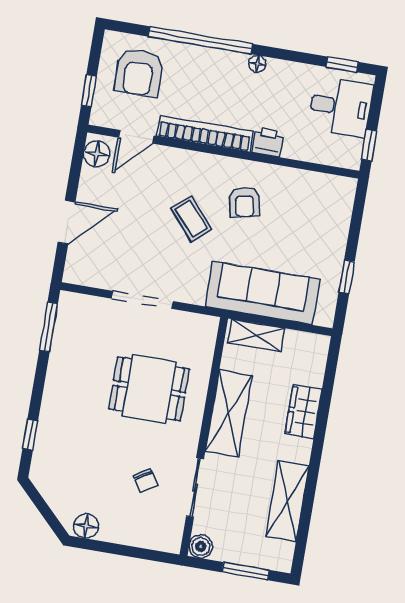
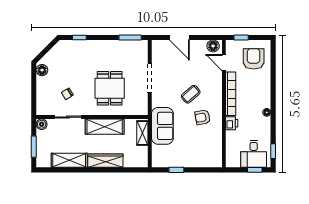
window: (200, 40) -> (273, 84), removed
armchair: (139, 73) -> (254, 59), turned 90
window: (369, 145) -> (255, 170), moved
sofa: (262, 293) -> (162, 126), width x0.73
wardrobe: (303, 412) -> (105, 161), width x1.50

